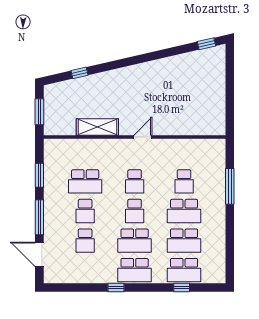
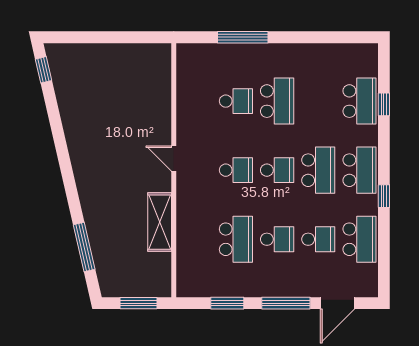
window: (80, 73) -> (84, 247), width x2.17
school desk: (184, 241) -> (360, 239), moved

